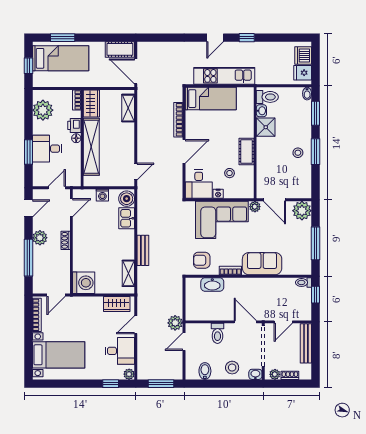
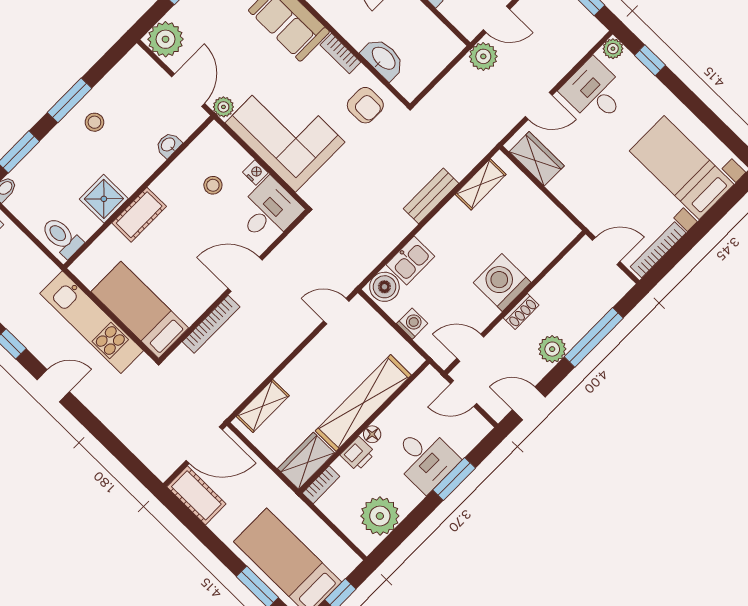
door: (136, 71) -> (204, 445), hinge flipped
washbasin: (261, 111) -> (168, 145), moved
cot: (246, 152) -> (139, 215), moved
washing machine: (84, 283) -> (502, 282), moved

